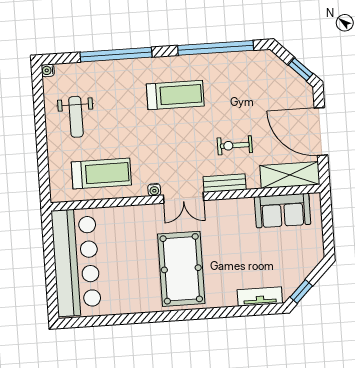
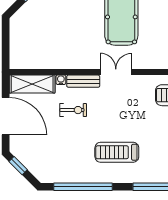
water cooler: (154, 190) -> (61, 80), moved
sofa: (283, 211) -> (40, 57), removed

